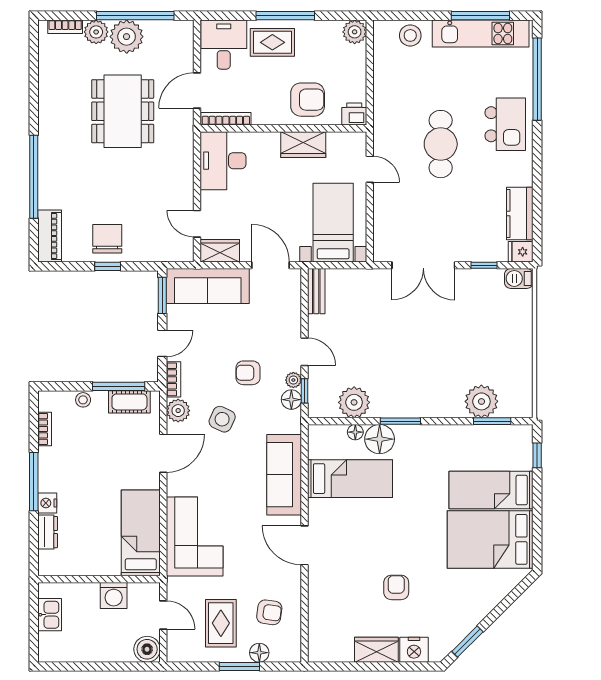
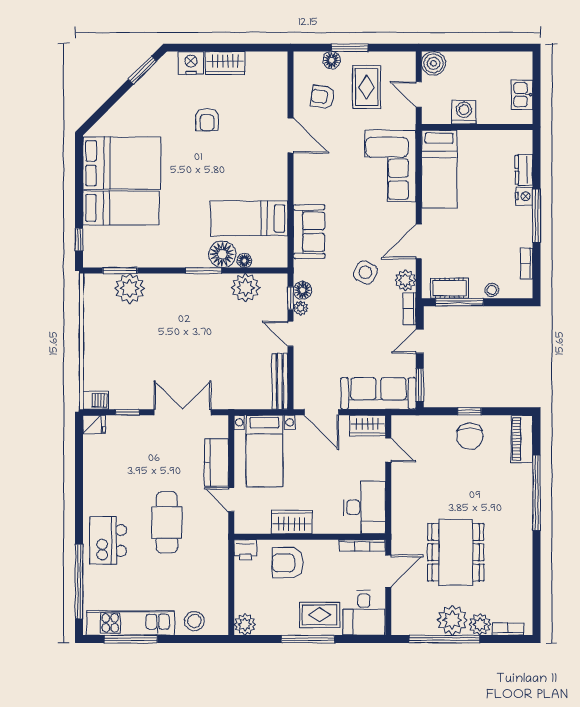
kitchen counter: (520, 213) -> (216, 463), moved, turned 180
bench: (316, 291) -> (280, 381), width x1.36
armchair: (248, 373) -> (342, 315), removed
sofa: (284, 475) -> (309, 232), width x0.73
door: (304, 545) -> (291, 136), moved

